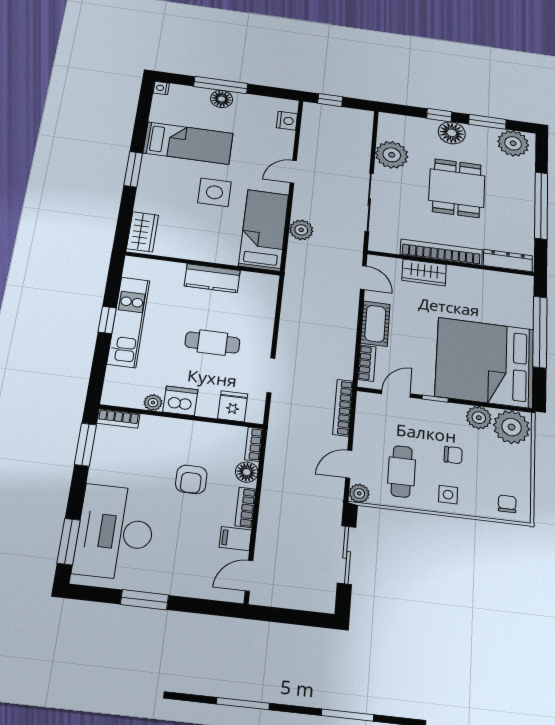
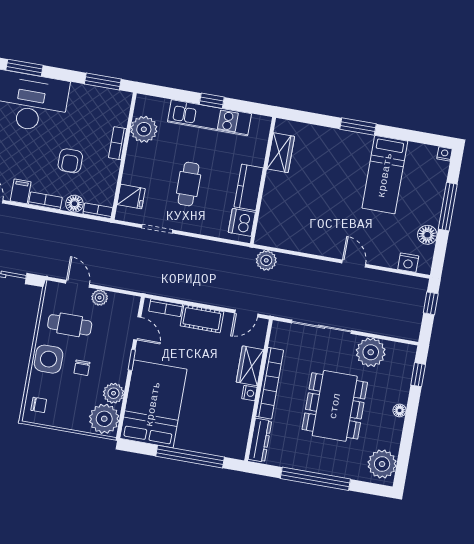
floor lamp: (222, 99) -> (427, 235), moved
window: (439, 115) -> (418, 375), moved
window: (487, 122) -> (406, 444), removed
floor lamp: (452, 133) -> (400, 410), width x0.53, depth x0.53
dining table: (457, 188) -> (335, 406), width x1.37
side table: (214, 192) -> (333, 194), removed
bed: (264, 230) -> (295, 234), removed
plant: (301, 230) -> (266, 260), moved
wardrobe: (143, 232) -> (281, 153), moved, turned -90
nightstand: (456, 272) -> (249, 393), added
bed: (485, 363) -> (153, 404), width x0.73
dishwasher: (180, 401) -> (242, 222), moved, turned 180
plant: (153, 403) -> (144, 129), width x1.87, depth x1.87
bookcase: (343, 408) -> (127, 284), removed
bookcase: (118, 418) -> (118, 143), moved
armchair: (191, 479) -> (70, 161), turned -90
plant: (359, 493) -> (100, 298), moved
side table: (448, 495) -> (49, 359), width x1.87, depth x1.87

